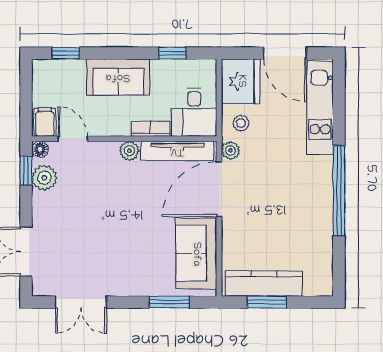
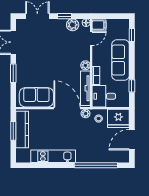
sofa: (118, 77) -> (121, 60), width x1.36
kitchen unit: (320, 108) -> (53, 156), moved
window: (26, 171) -> (65, 16), moved
window: (339, 191) -> (96, 165), moved
window: (169, 302) -> (13, 73), moved

